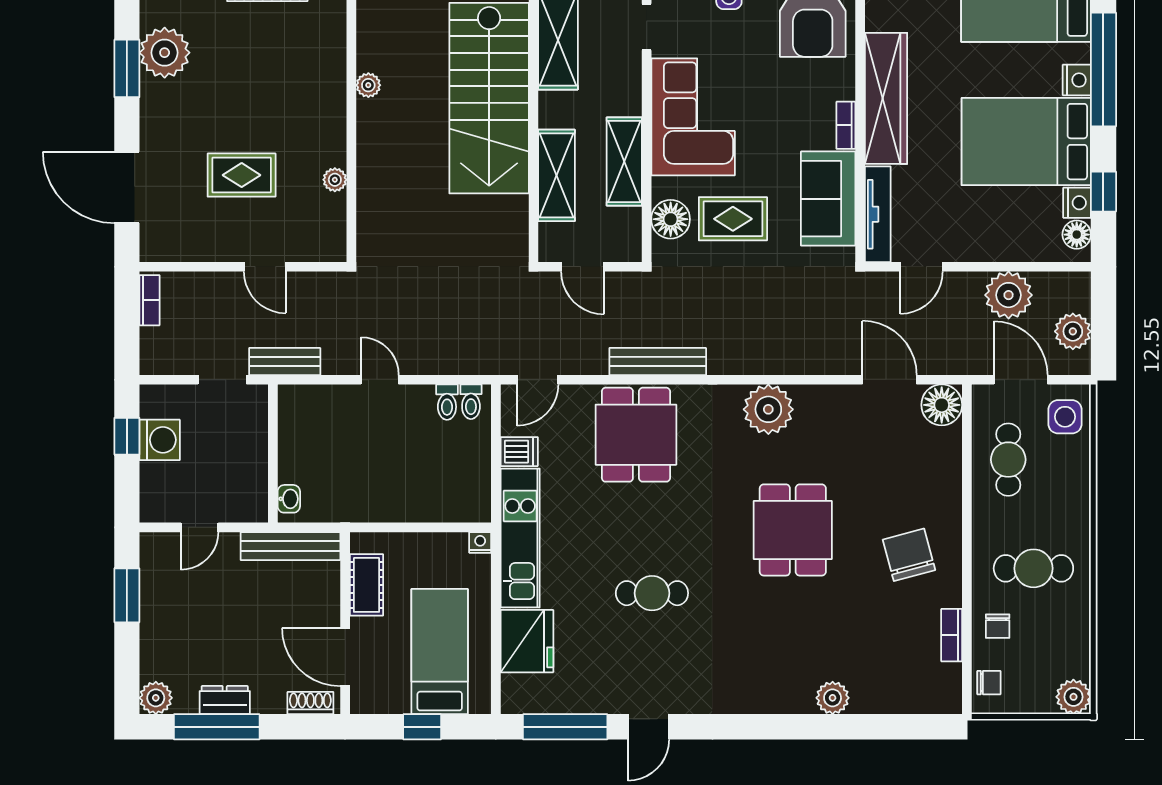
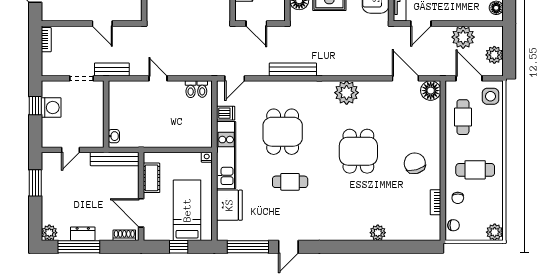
dining table: (636, 435) -> (283, 132), moved

